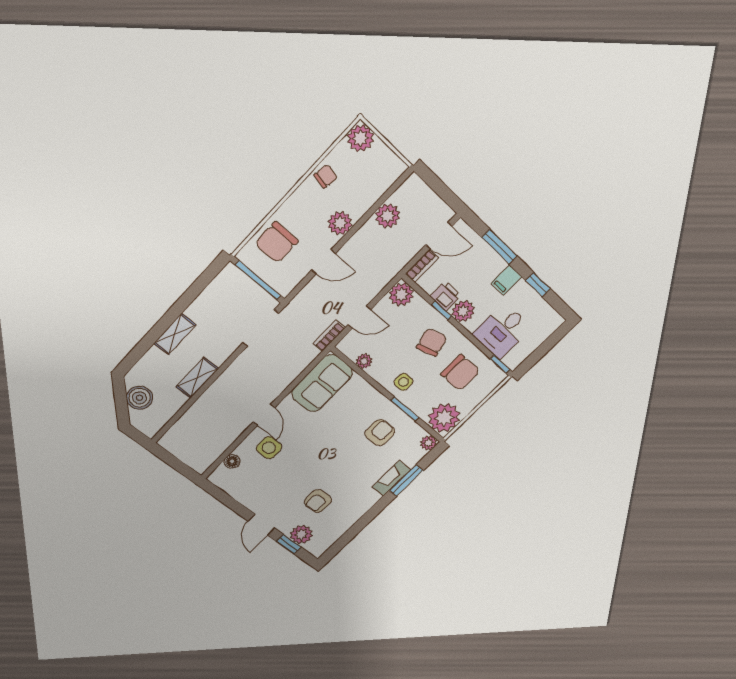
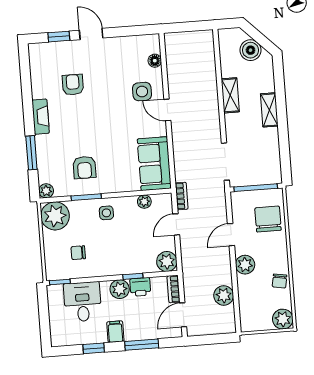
chair: (432, 342) -> (117, 253), removed
chair: (460, 373) -> (78, 253), width x0.54, depth x0.54
fireplace: (392, 478) -> (41, 117), moved
plant: (301, 535) -> (58, 51), removed

